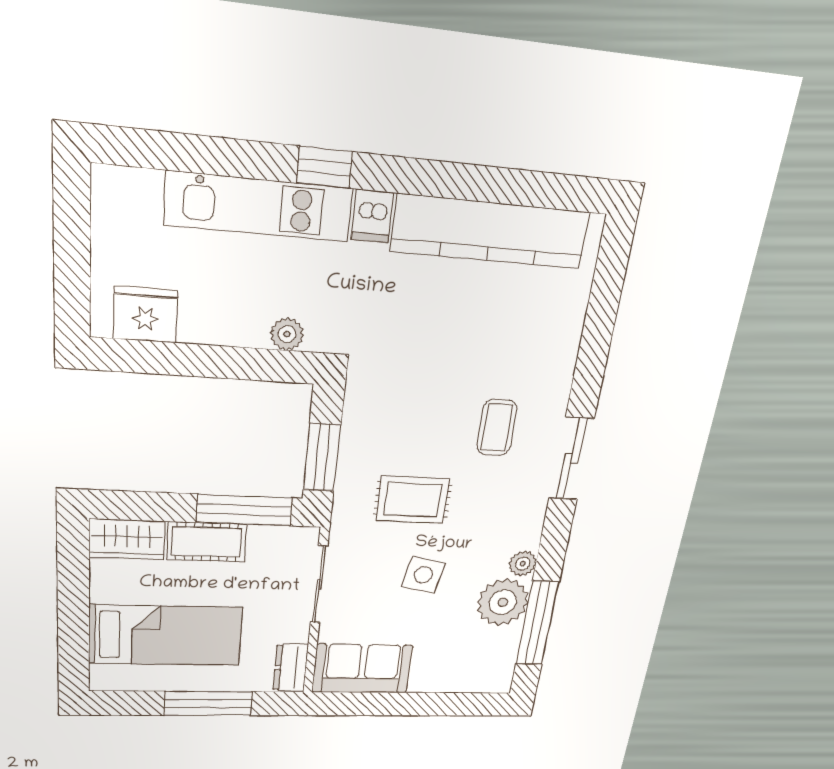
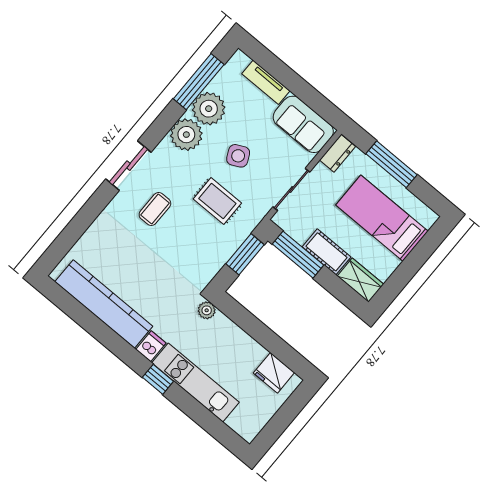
plant: (287, 334) -> (207, 310), moved
plant: (523, 564) -> (186, 135), width x1.87, depth x1.87
side table: (423, 575) -> (238, 156), turned -38
tv unit: (447, 681) -> (266, 82), added

